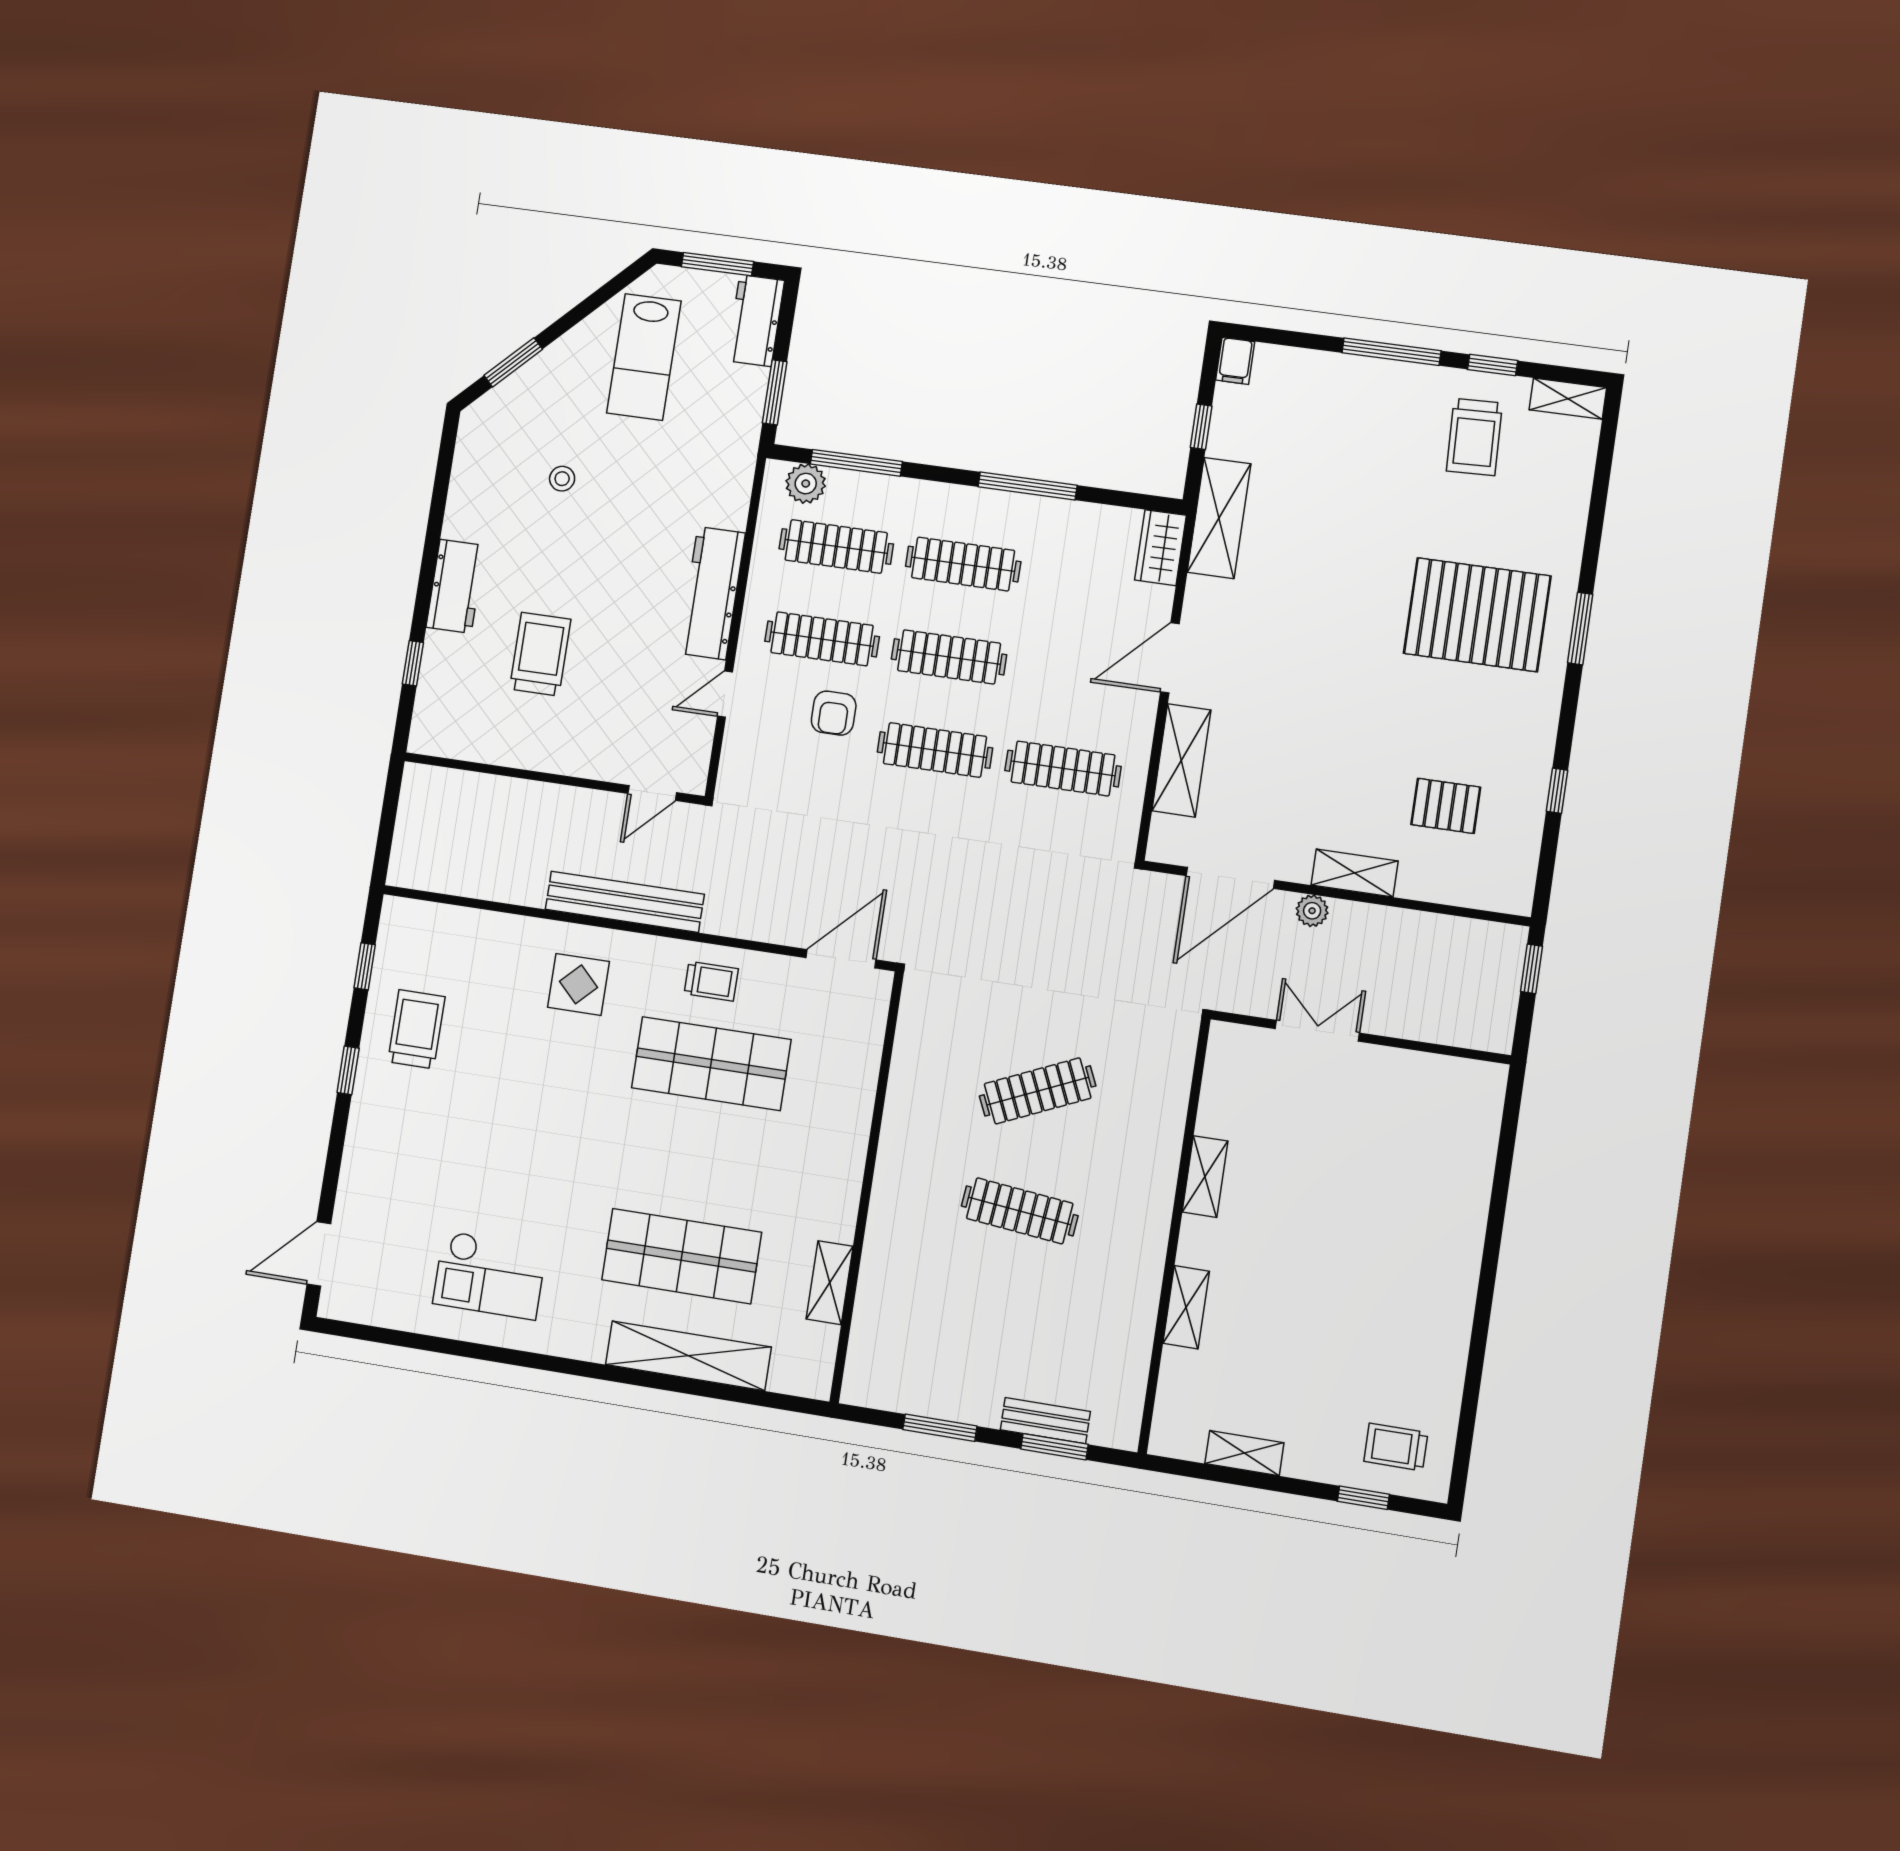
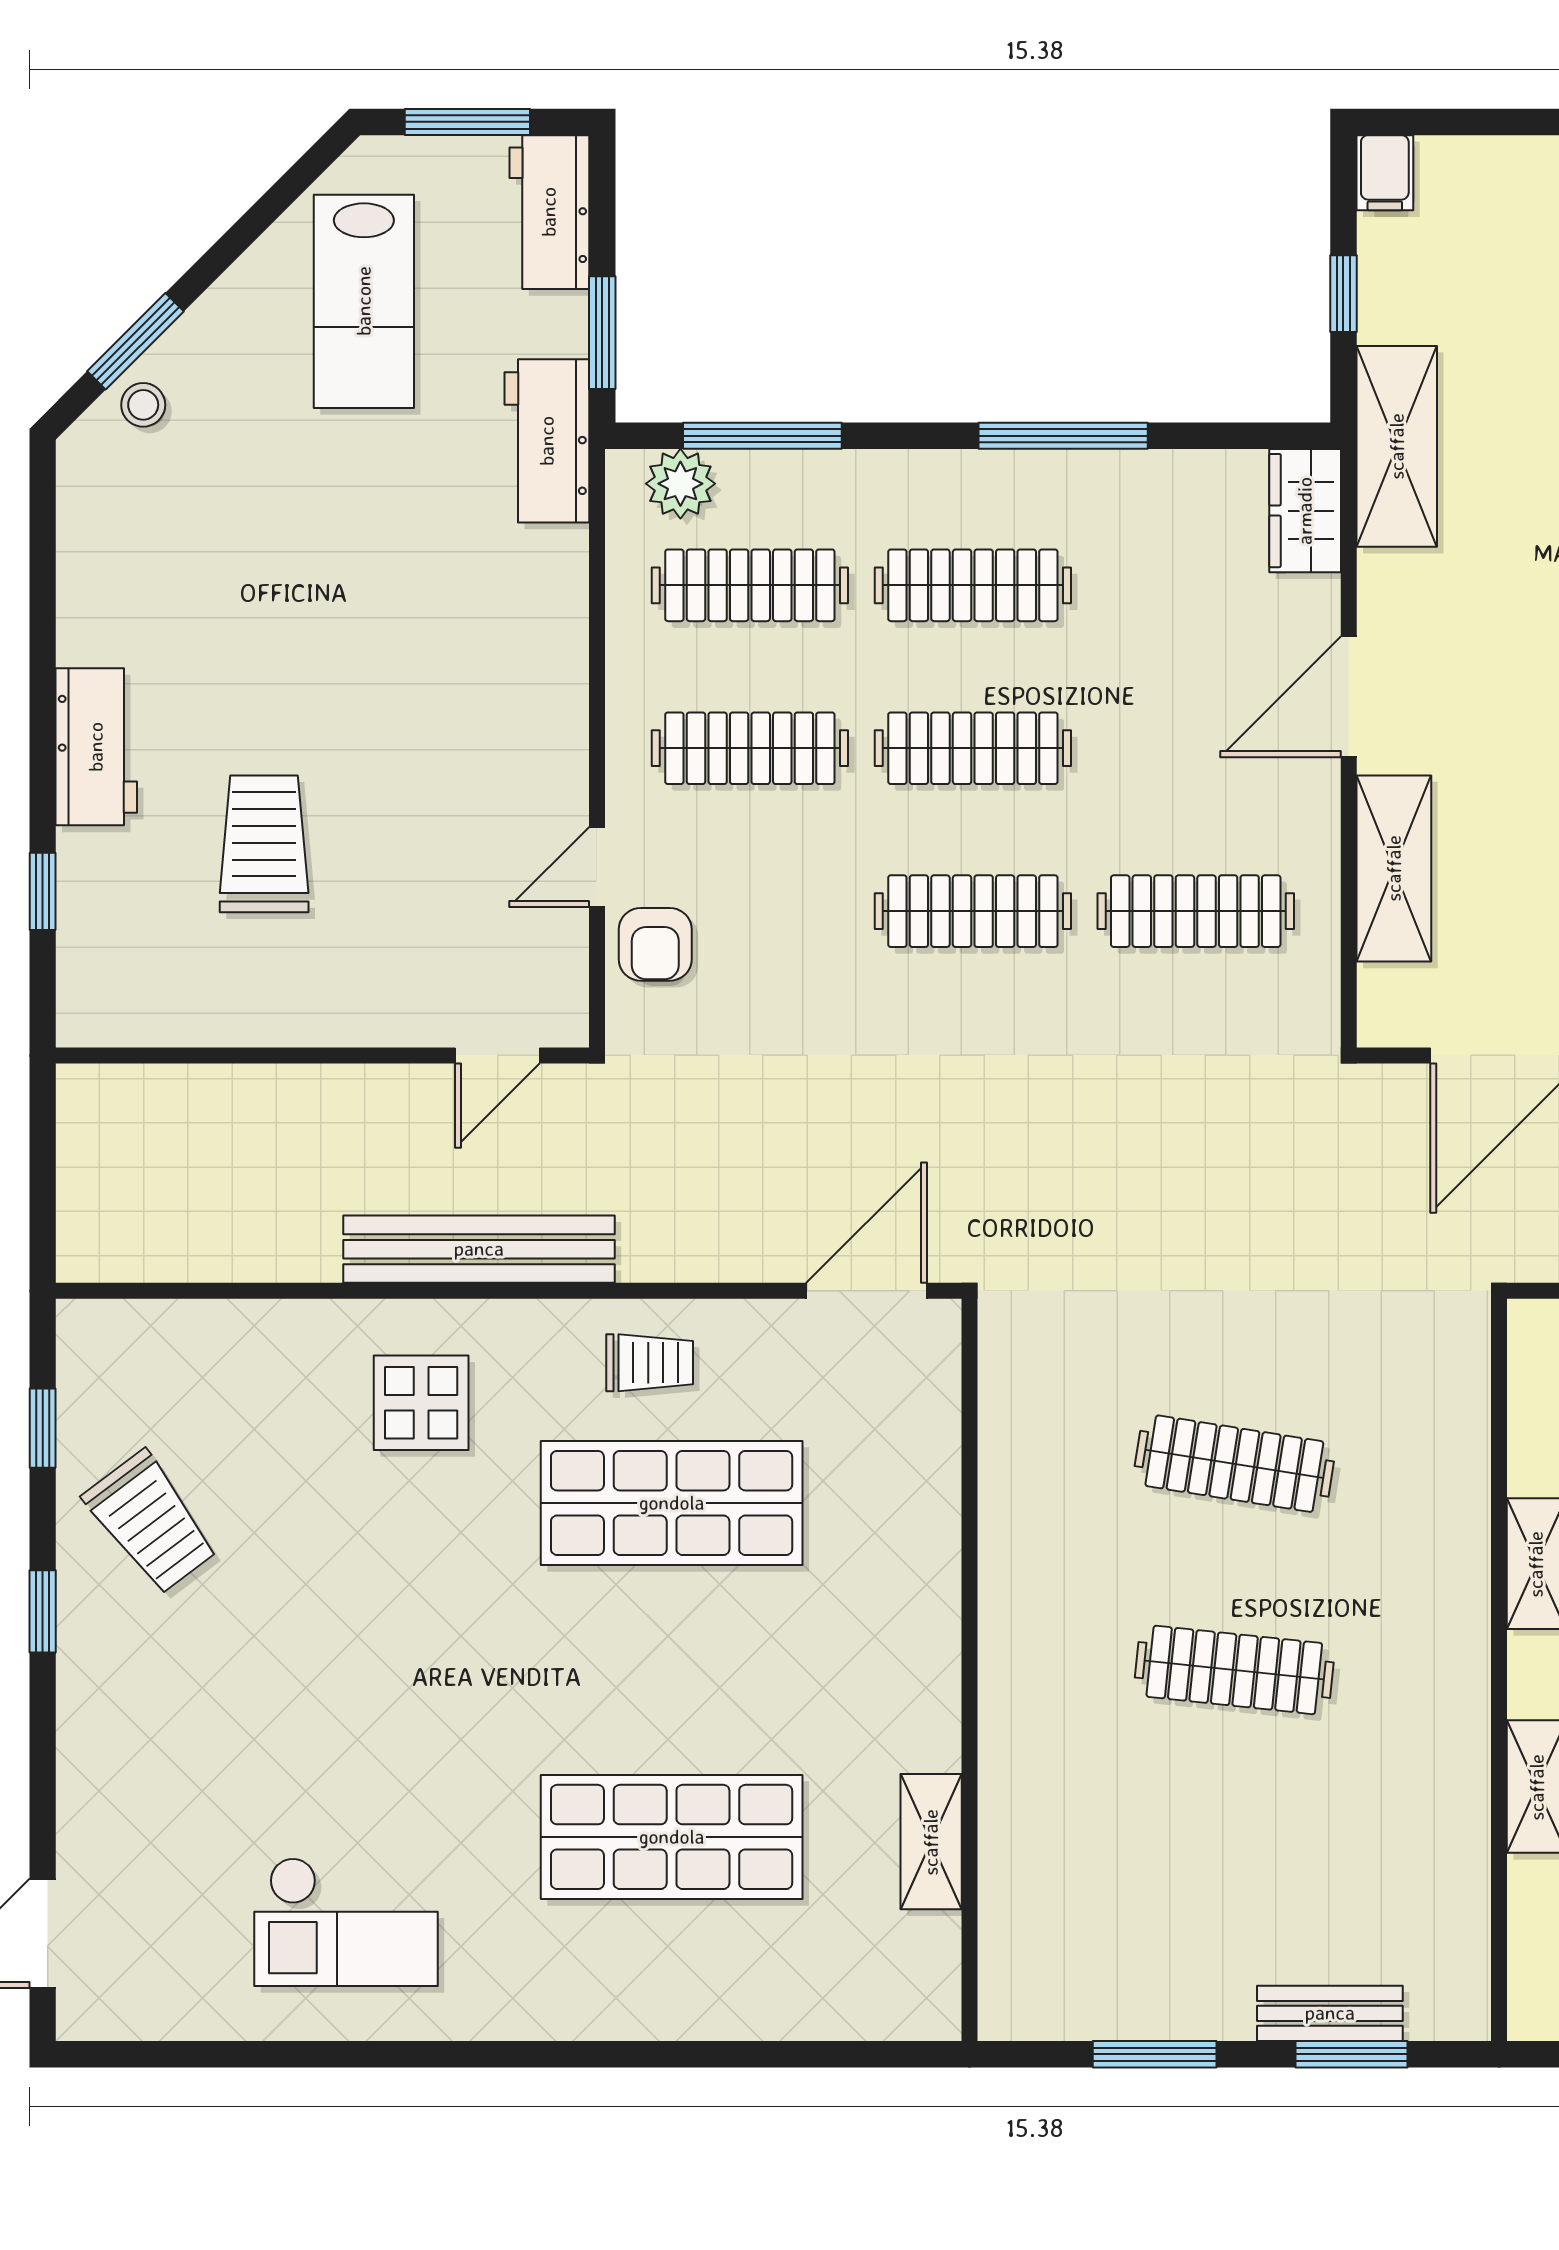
stool: (562, 479) -> (143, 405), moved
workbench: (712, 593) -> (547, 441), moved, width x0.73
armchair: (834, 713) -> (655, 944), moved
trolley: (416, 1029) -> (151, 1522), turned 143
clothes rail: (1038, 1091) -> (1234, 1464), turned 33
shelving: (688, 1356) -> (709, 2003), removed

